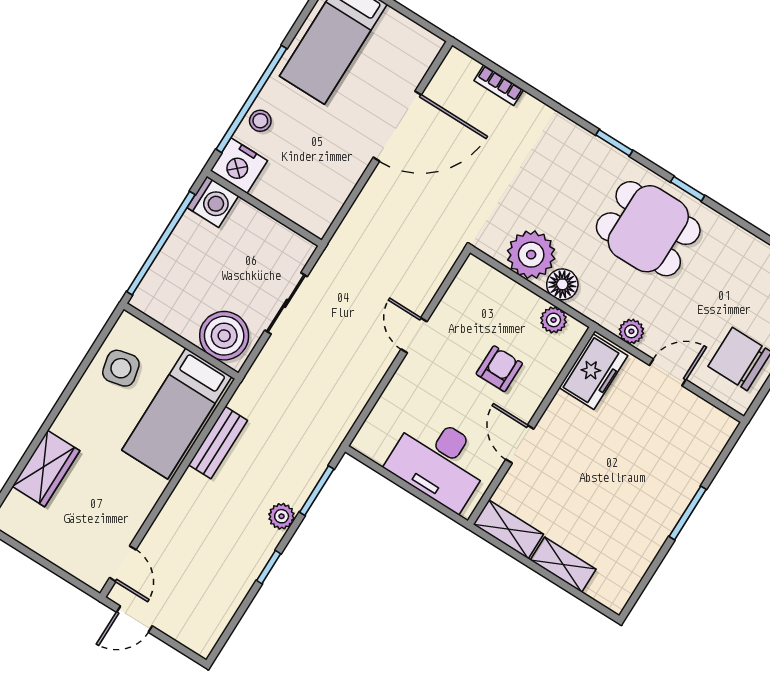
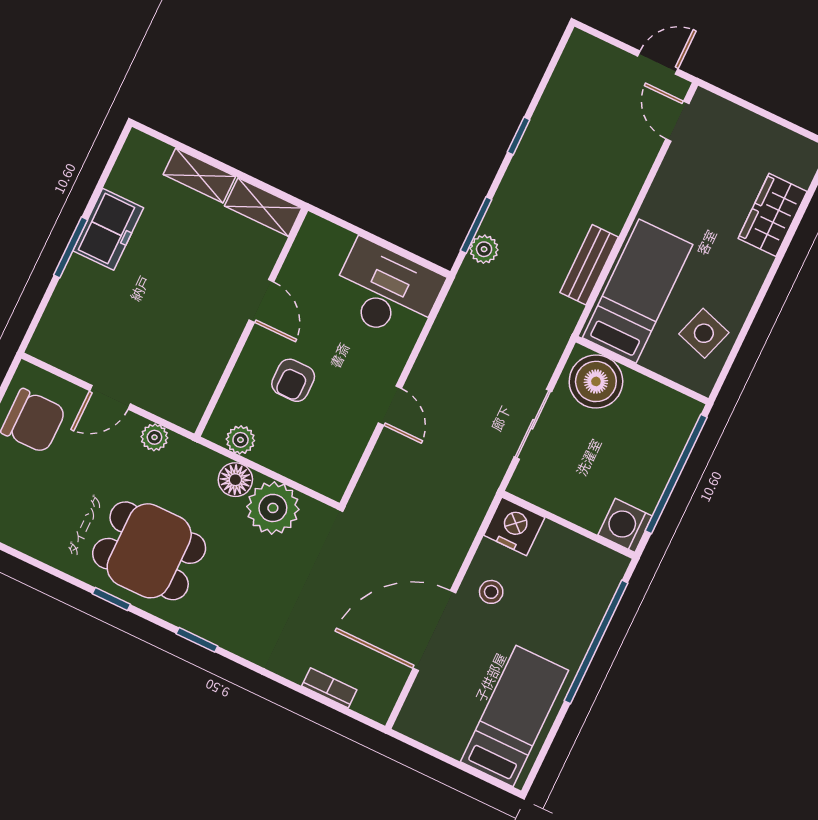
stool: (260, 121) -> (491, 592), moved
nightstand: (239, 166) -> (514, 526), moved
side table: (121, 368) -> (704, 333), turned 31
freezer: (593, 372) -> (108, 229), moved, turned 180
desk: (439, 461) -> (386, 291), moved
plant: (282, 516) -> (484, 249), moved

